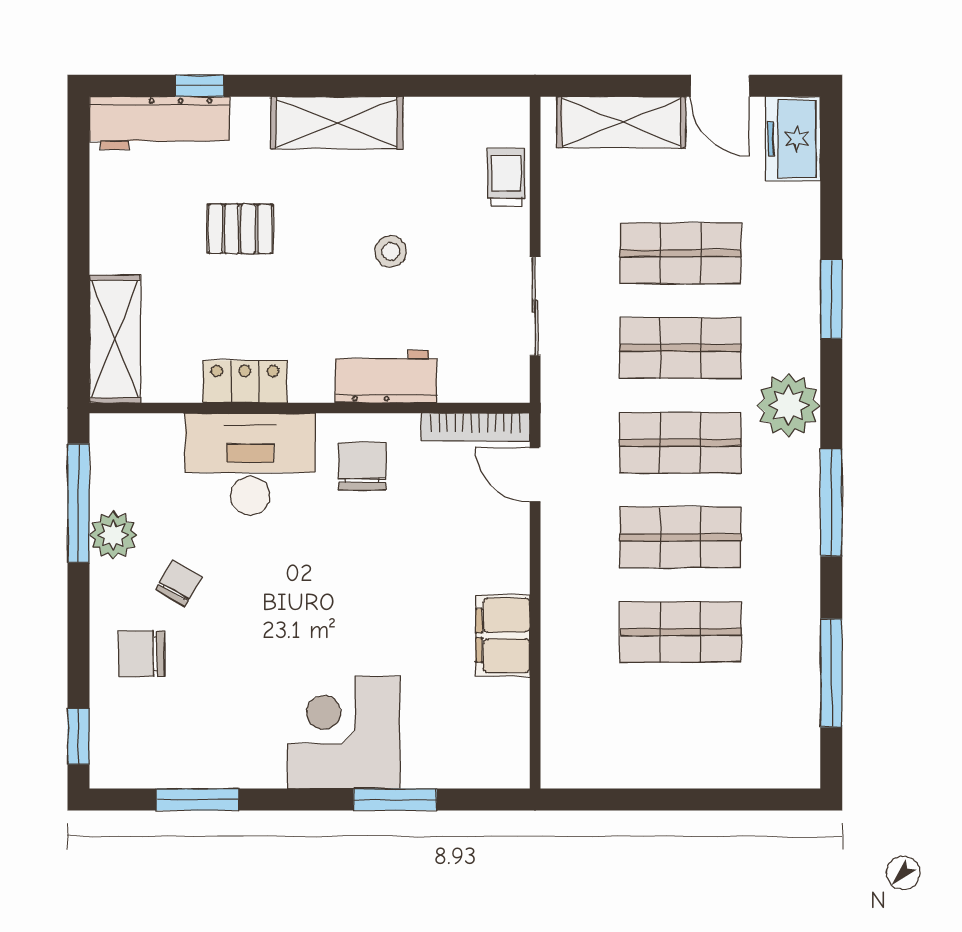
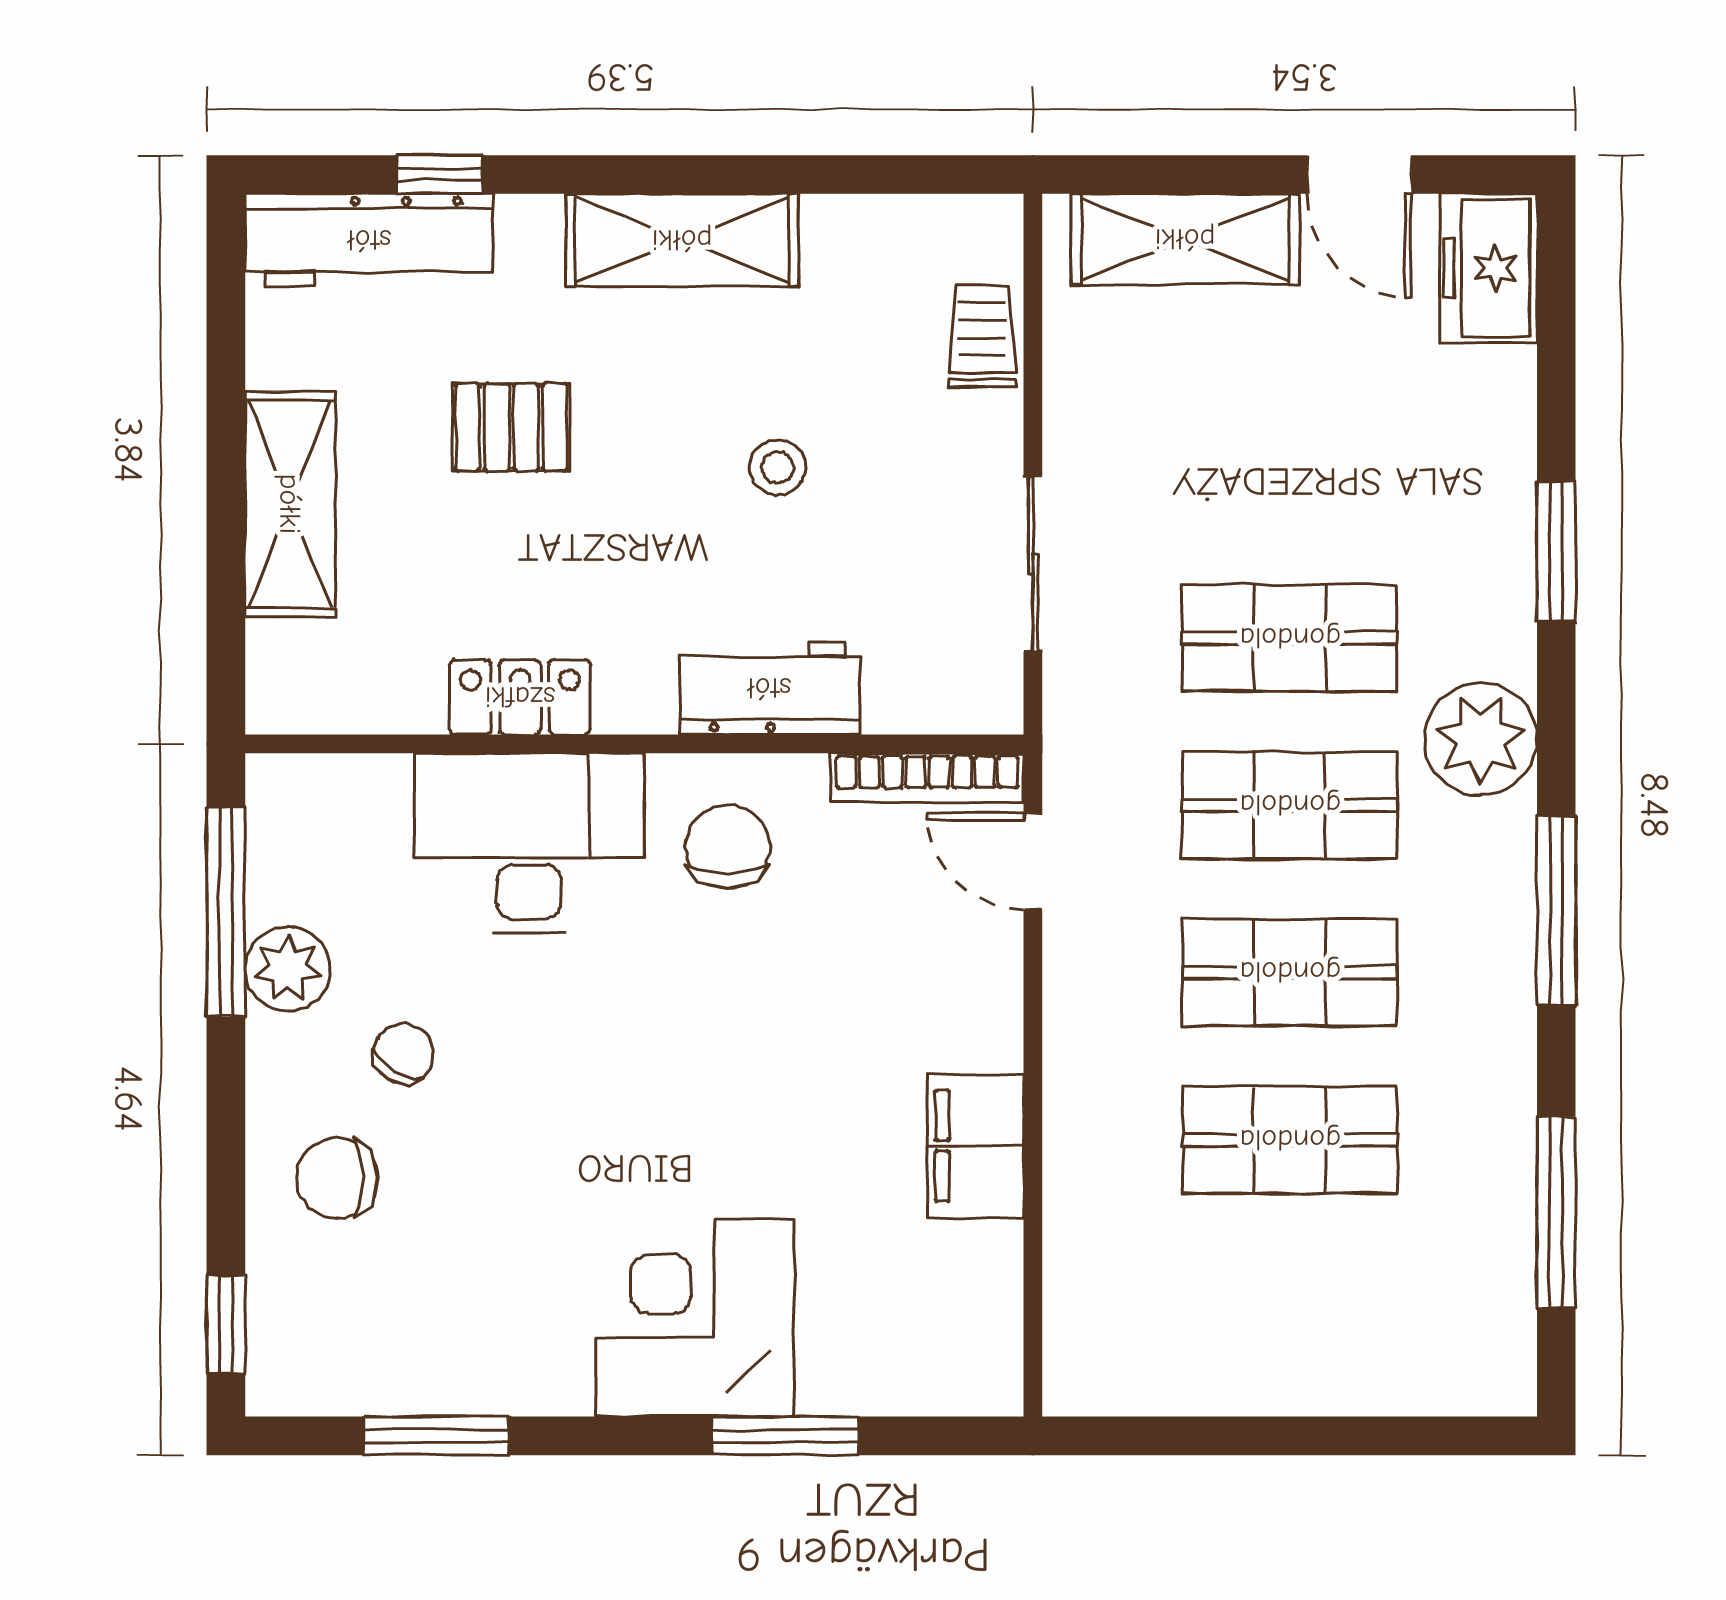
shop shelf: (680, 253) -> (1290, 471), removed
shelving: (115, 339) -> (290, 504), moved

